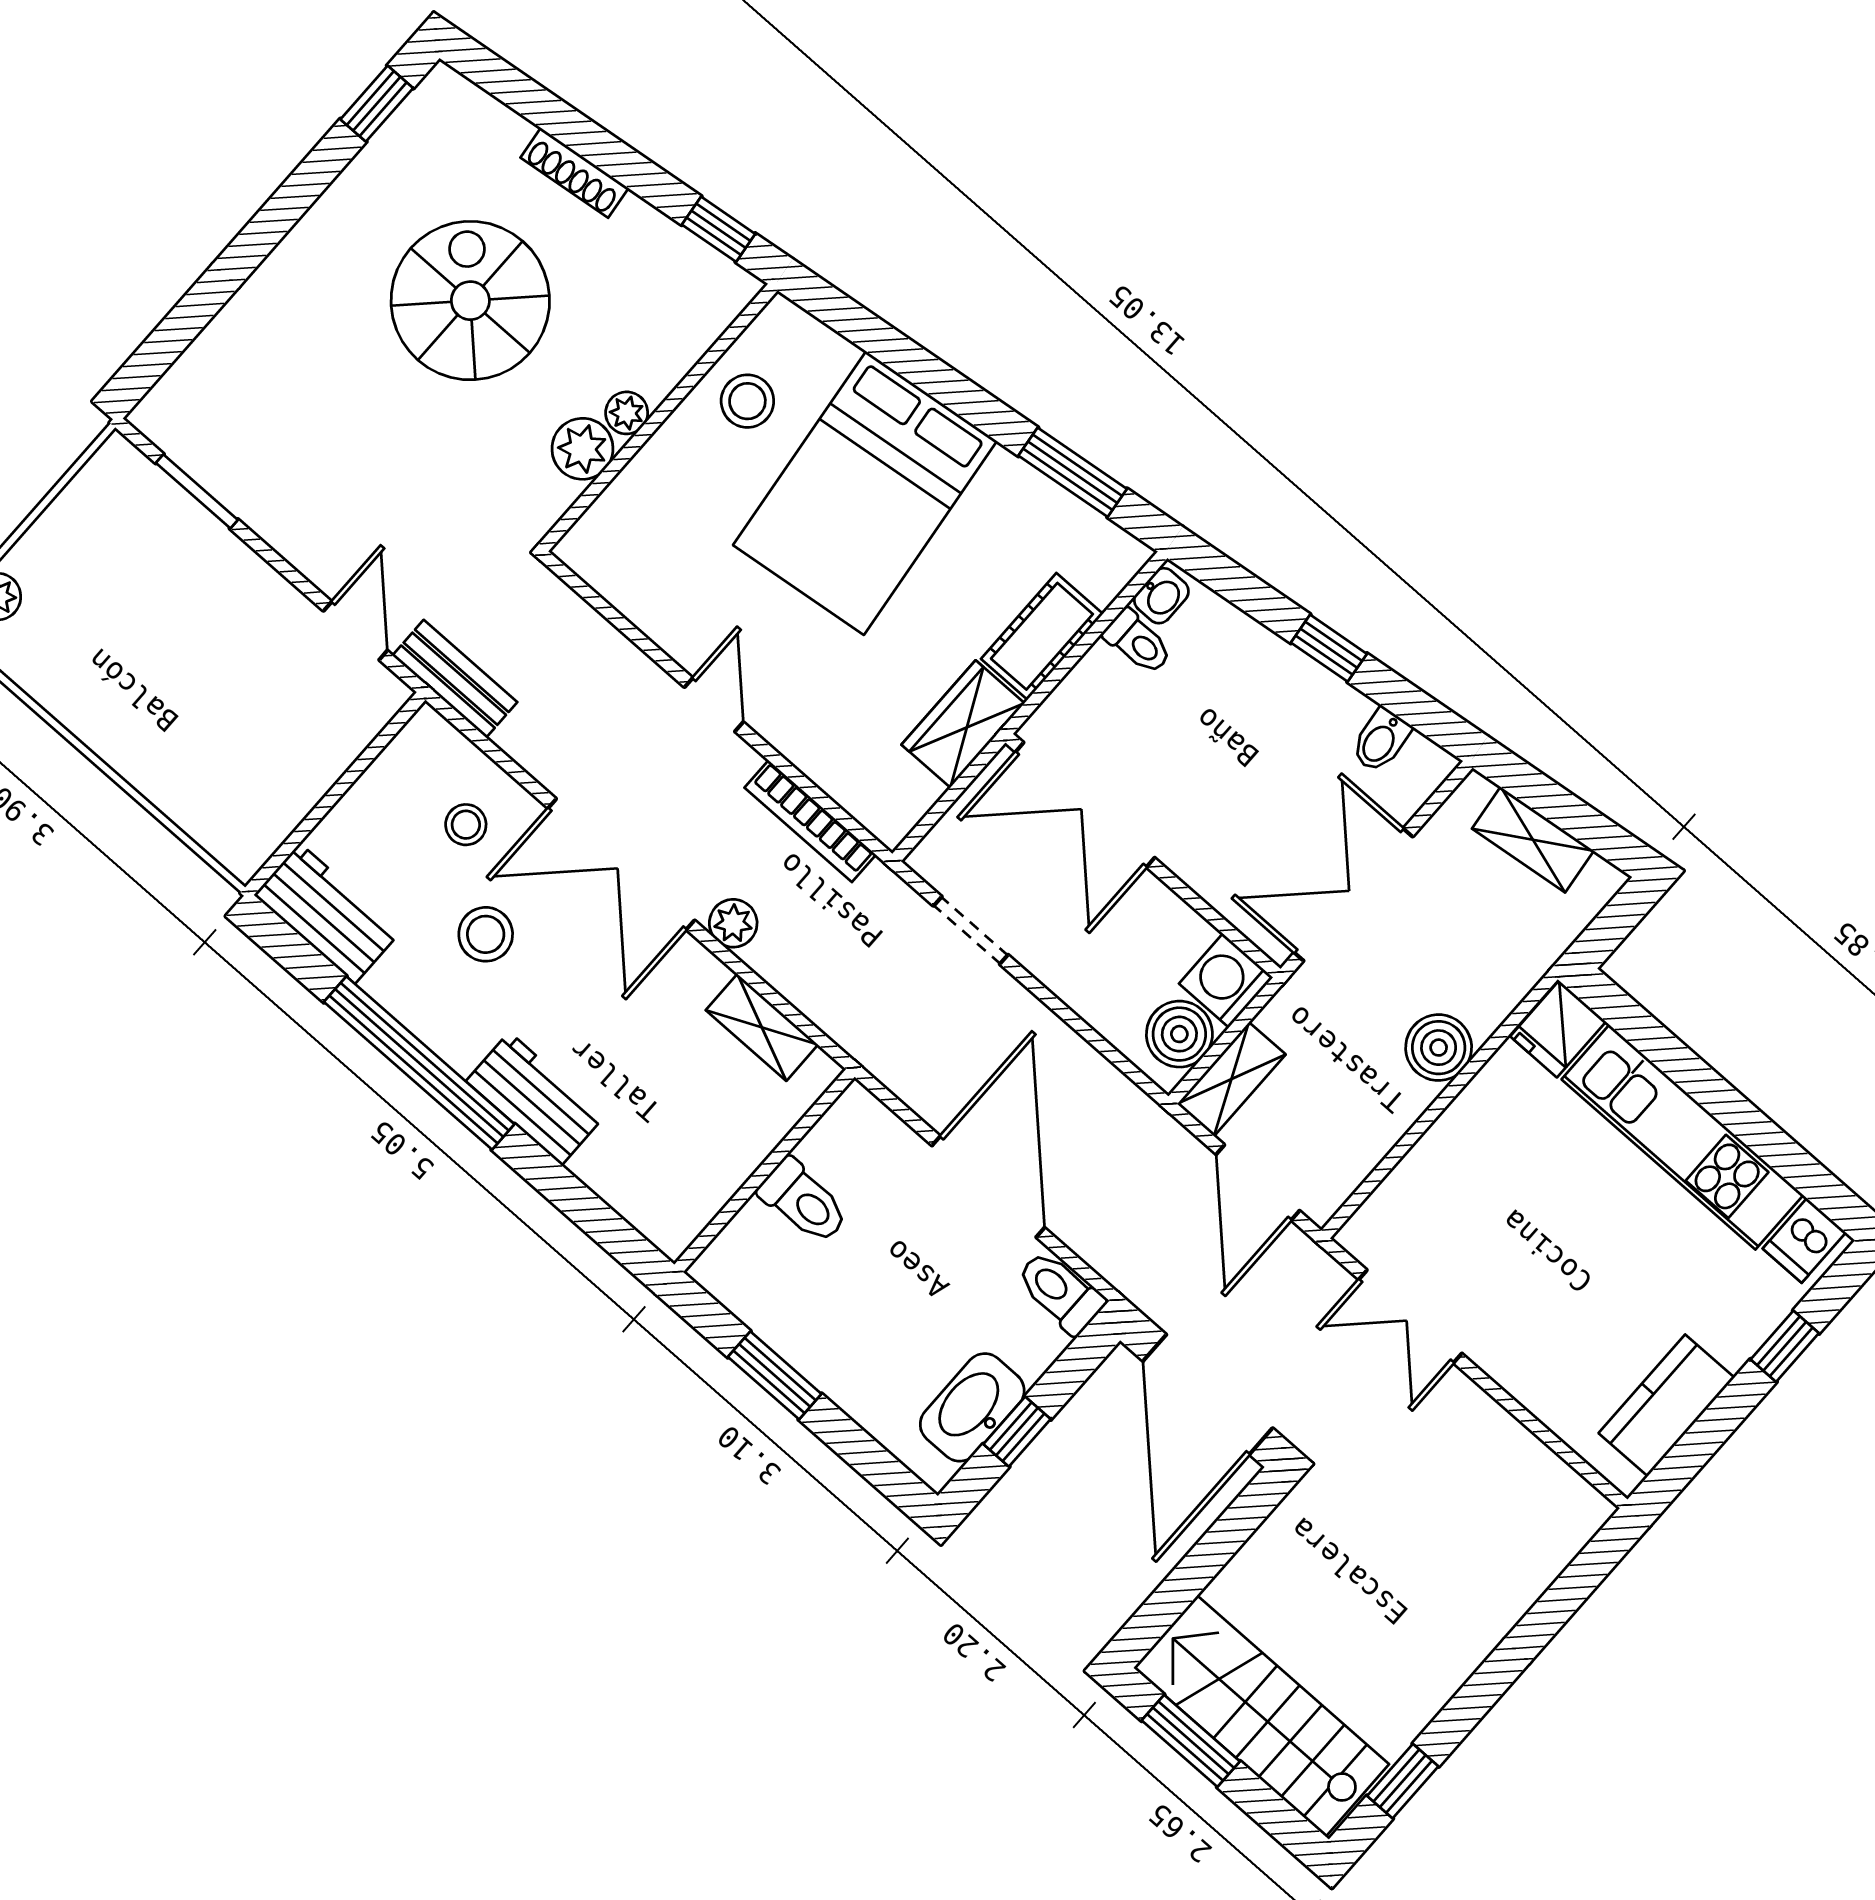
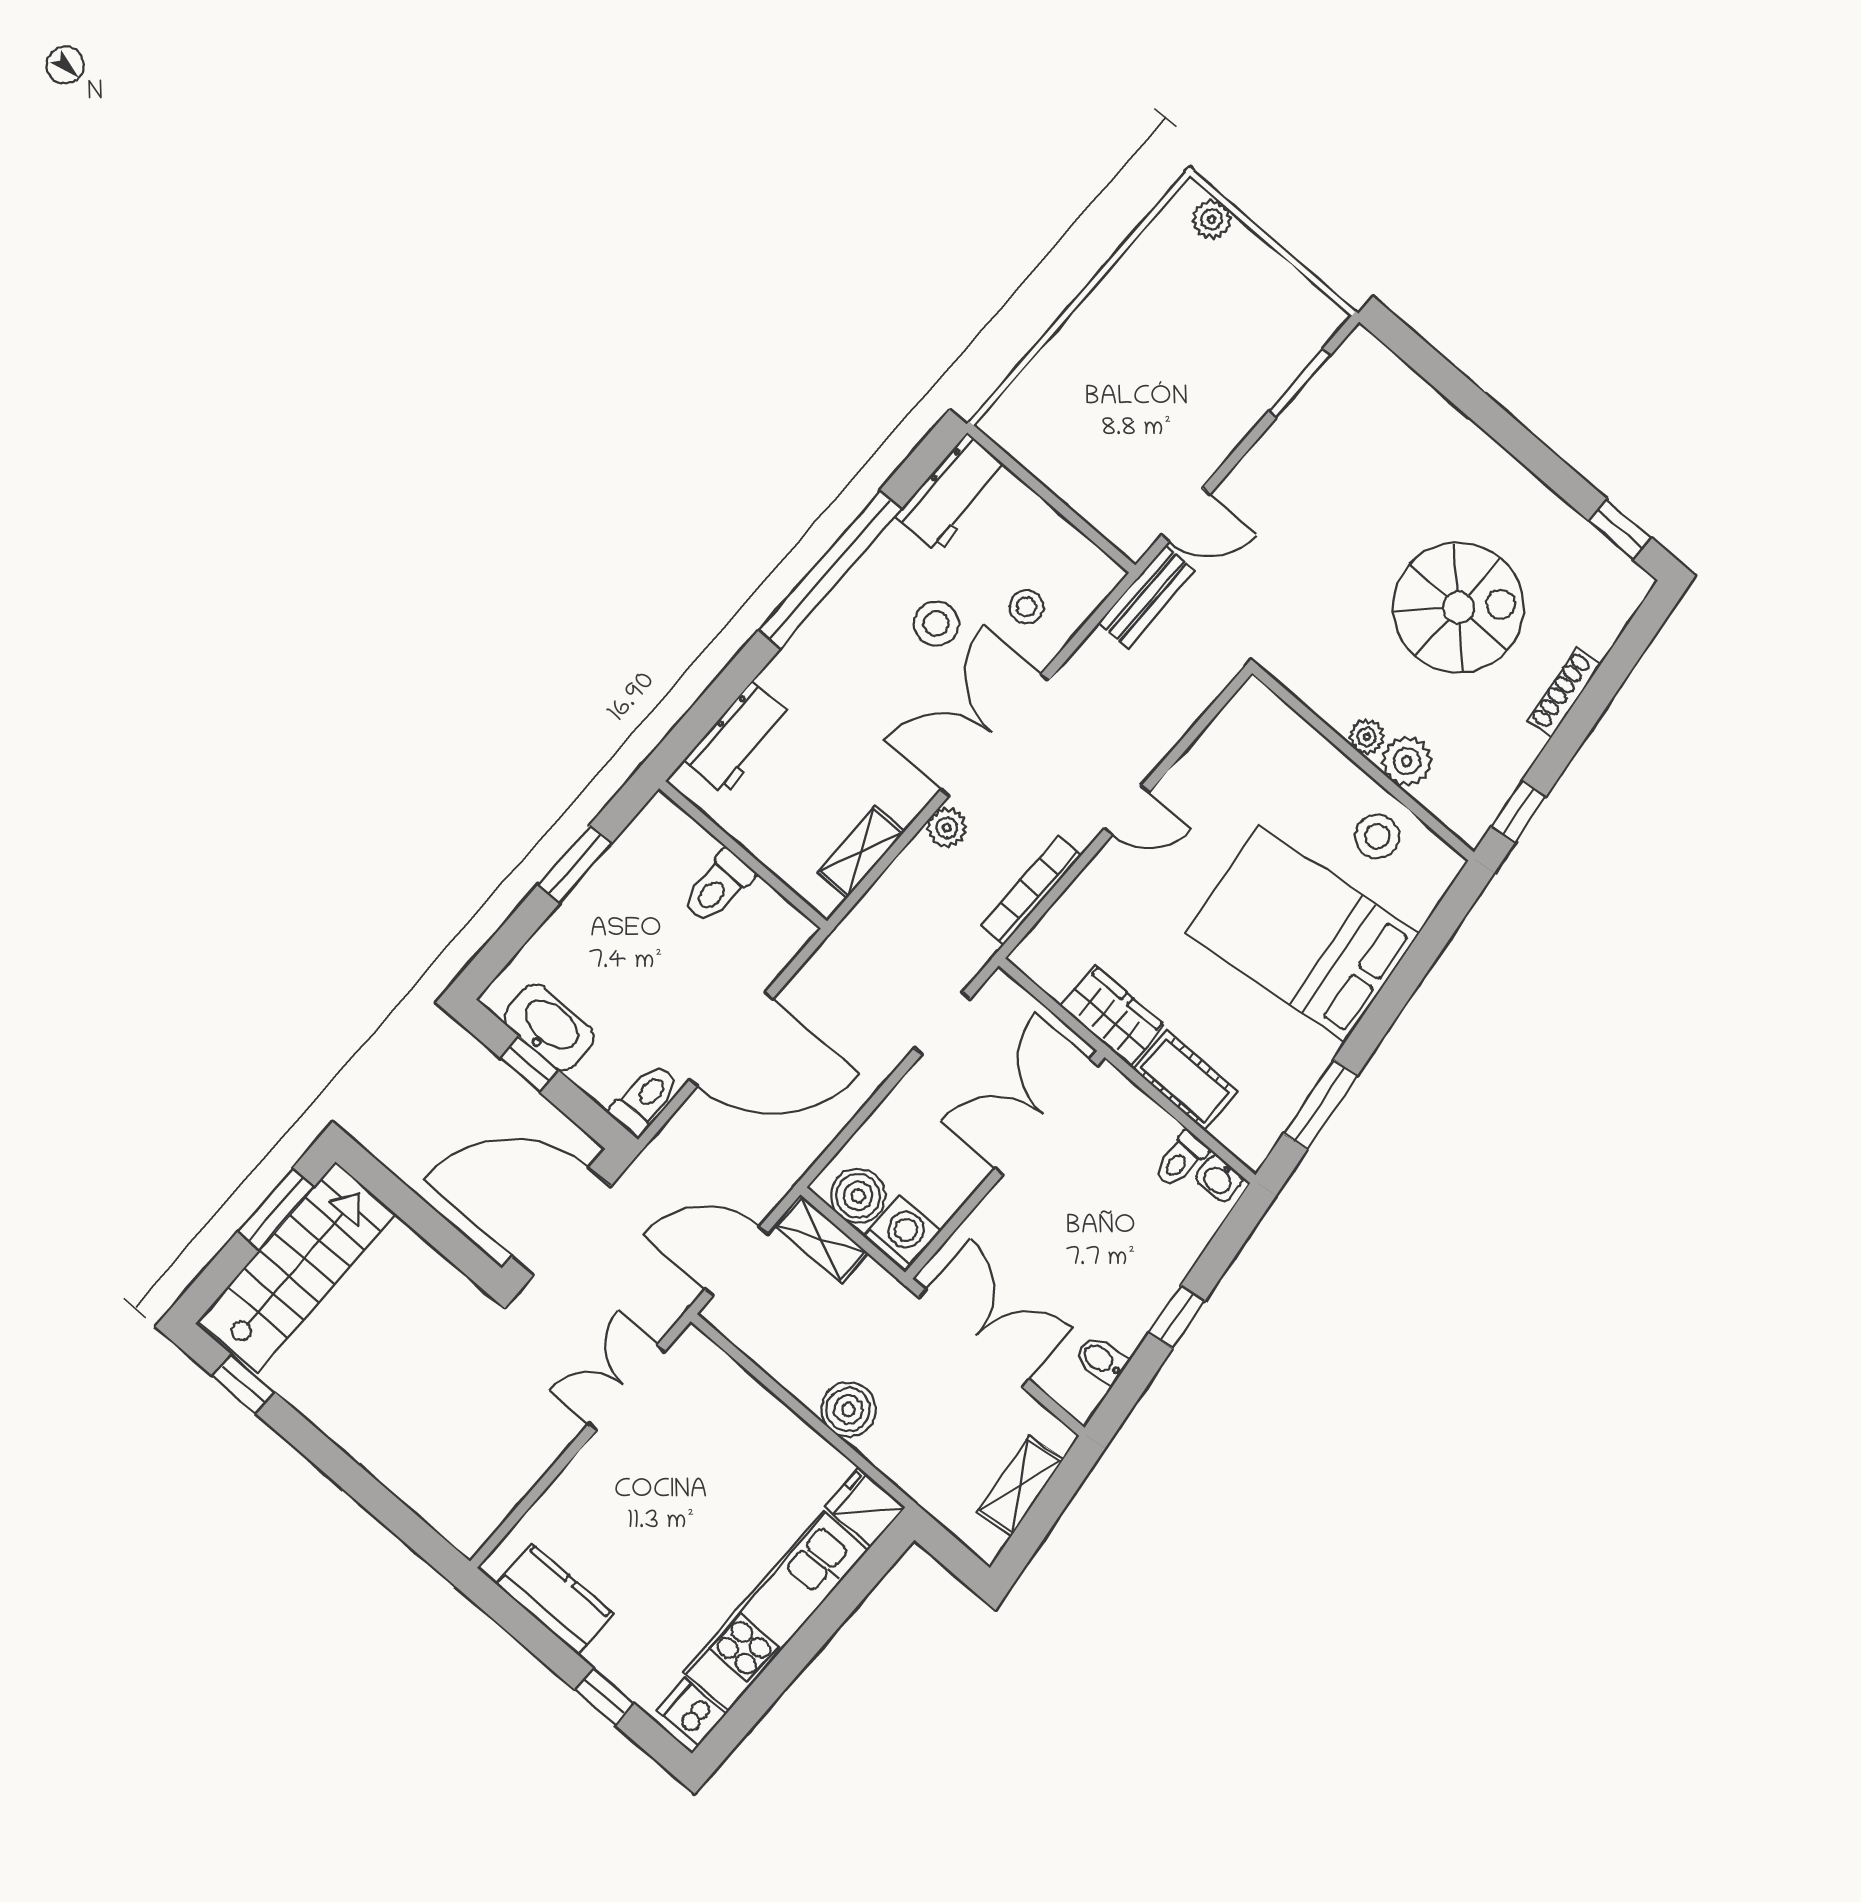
plant: (583, 449) -> (1407, 761), moved
workbench: (535, 1099) -> (738, 738), moved

